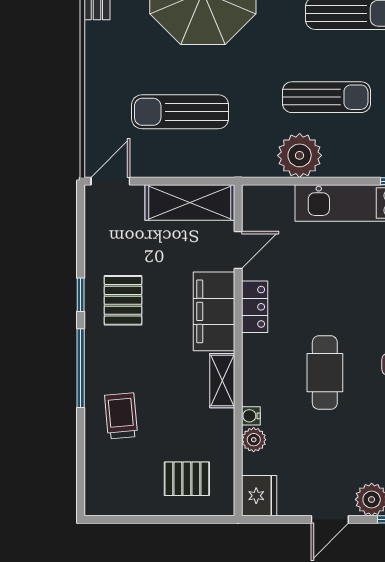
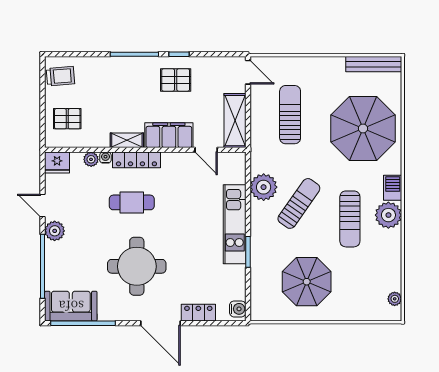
sun lounger: (326, 97) -> (299, 203), turned -145
locker: (255, 307) -> (136, 160), moved, width x1.53
trolley: (121, 416) -> (60, 76), moved
pallet: (187, 479) -> (67, 119), turned 90

